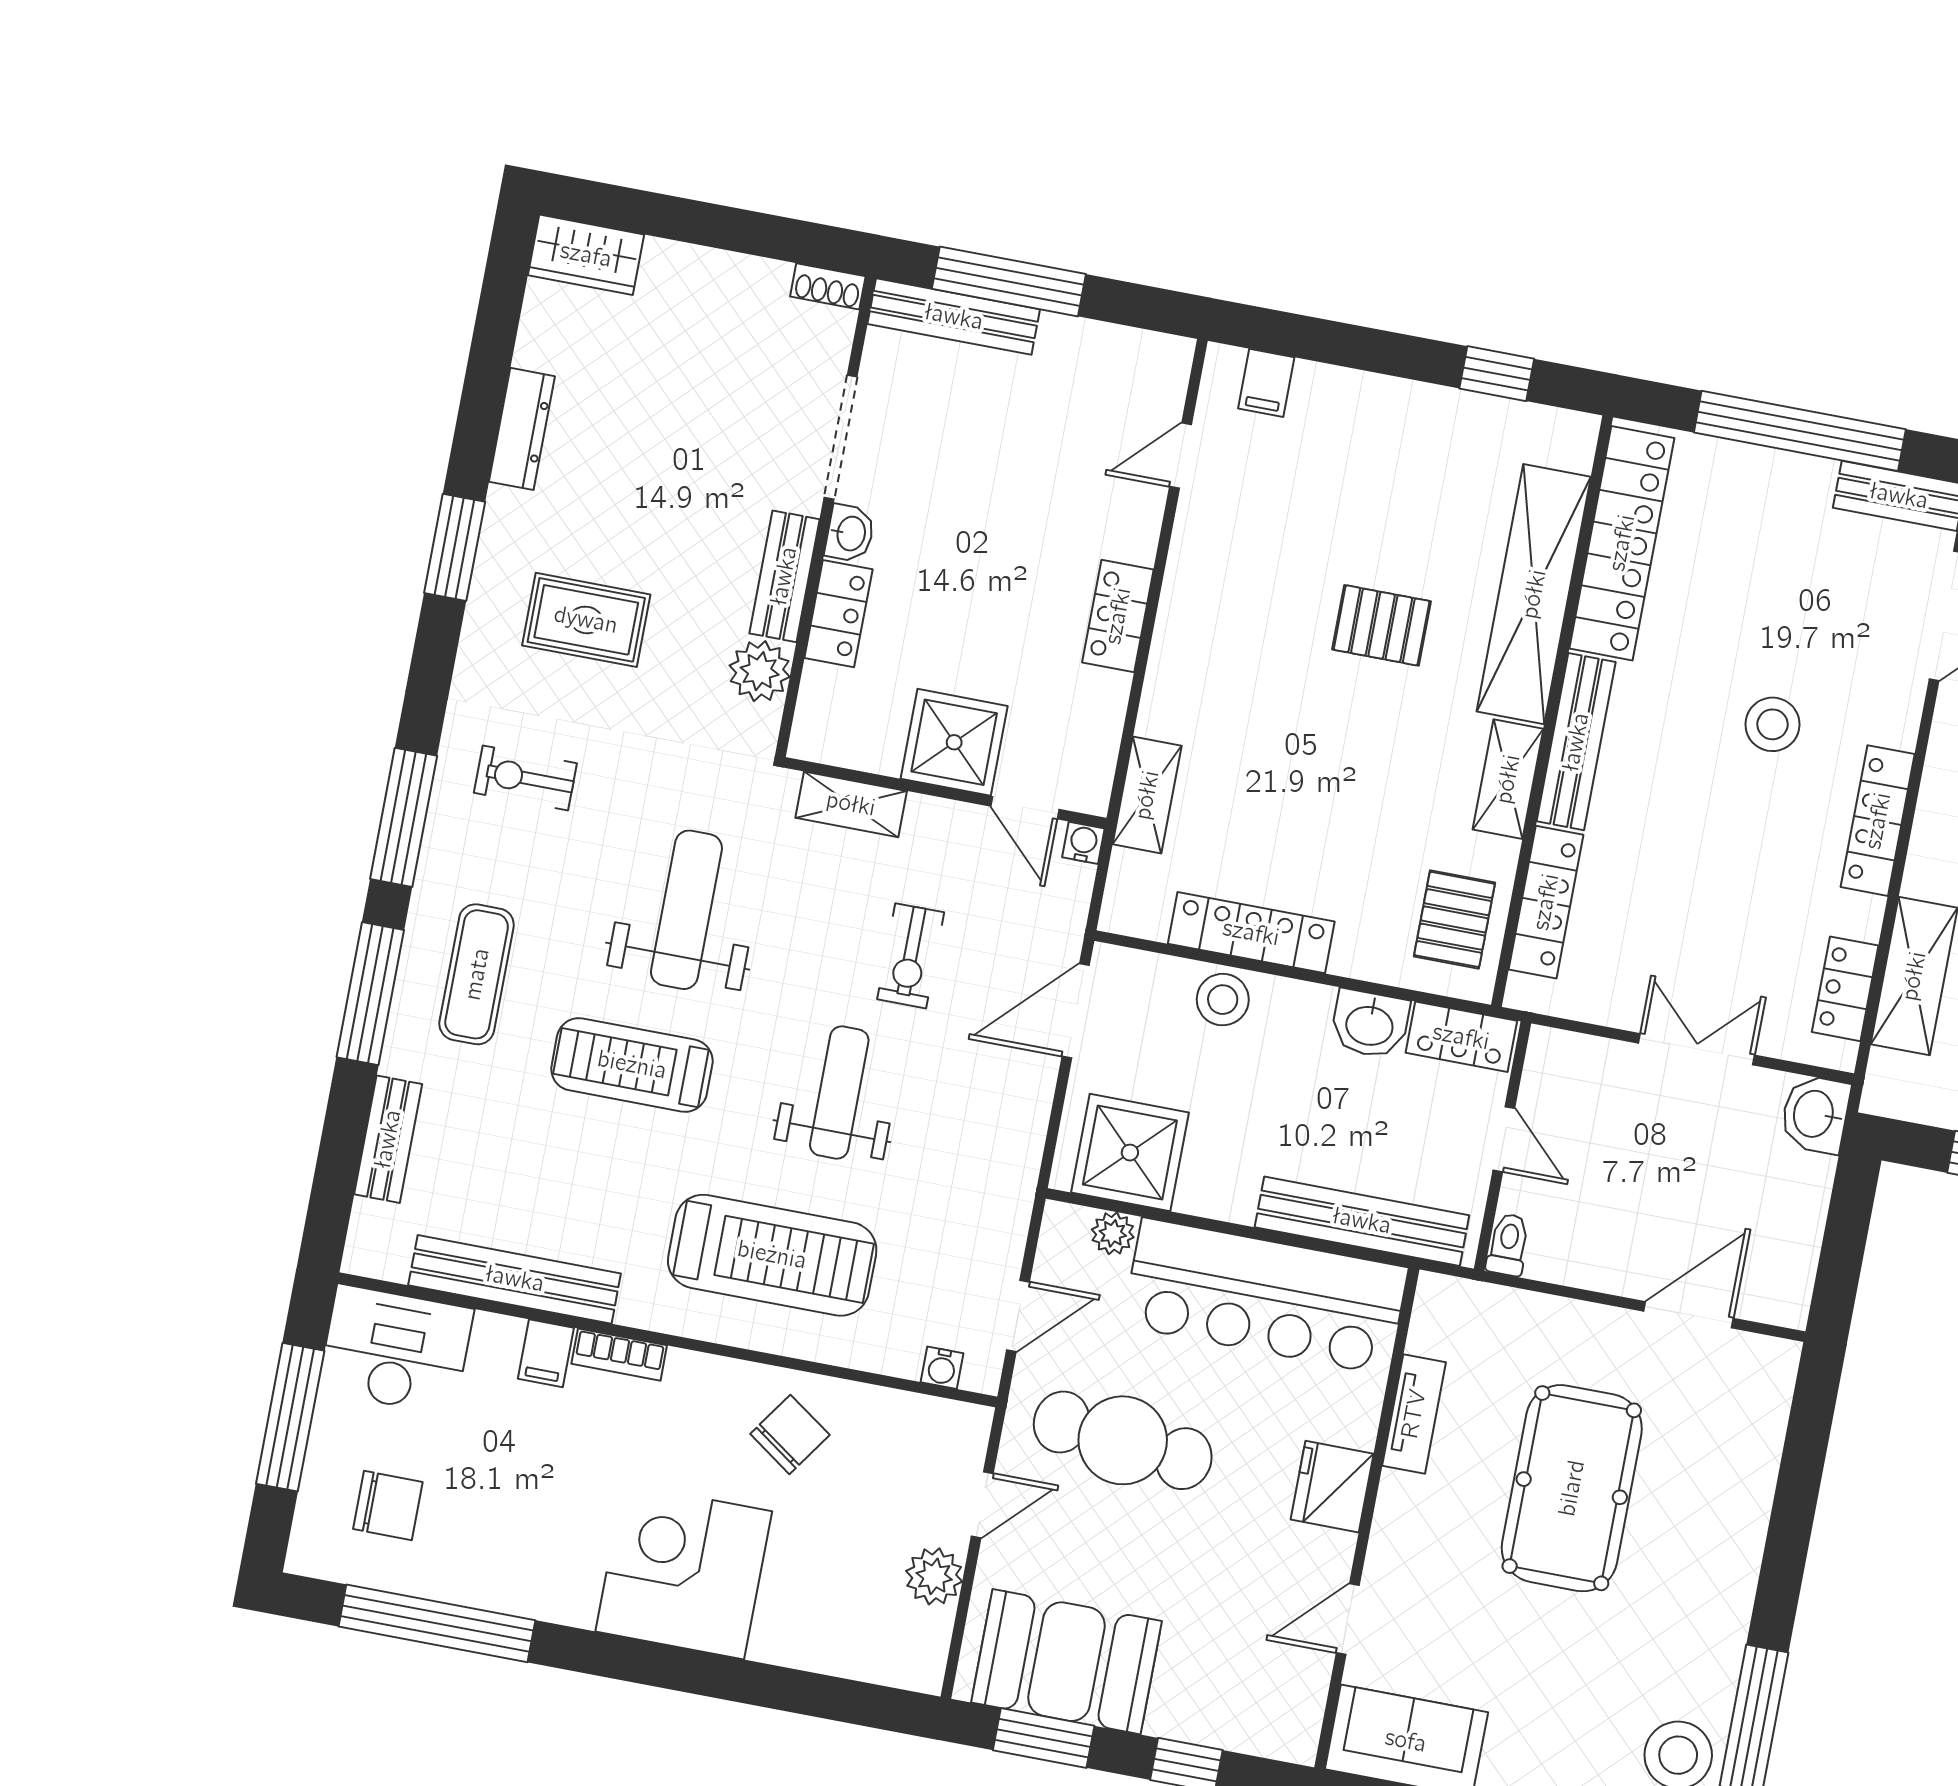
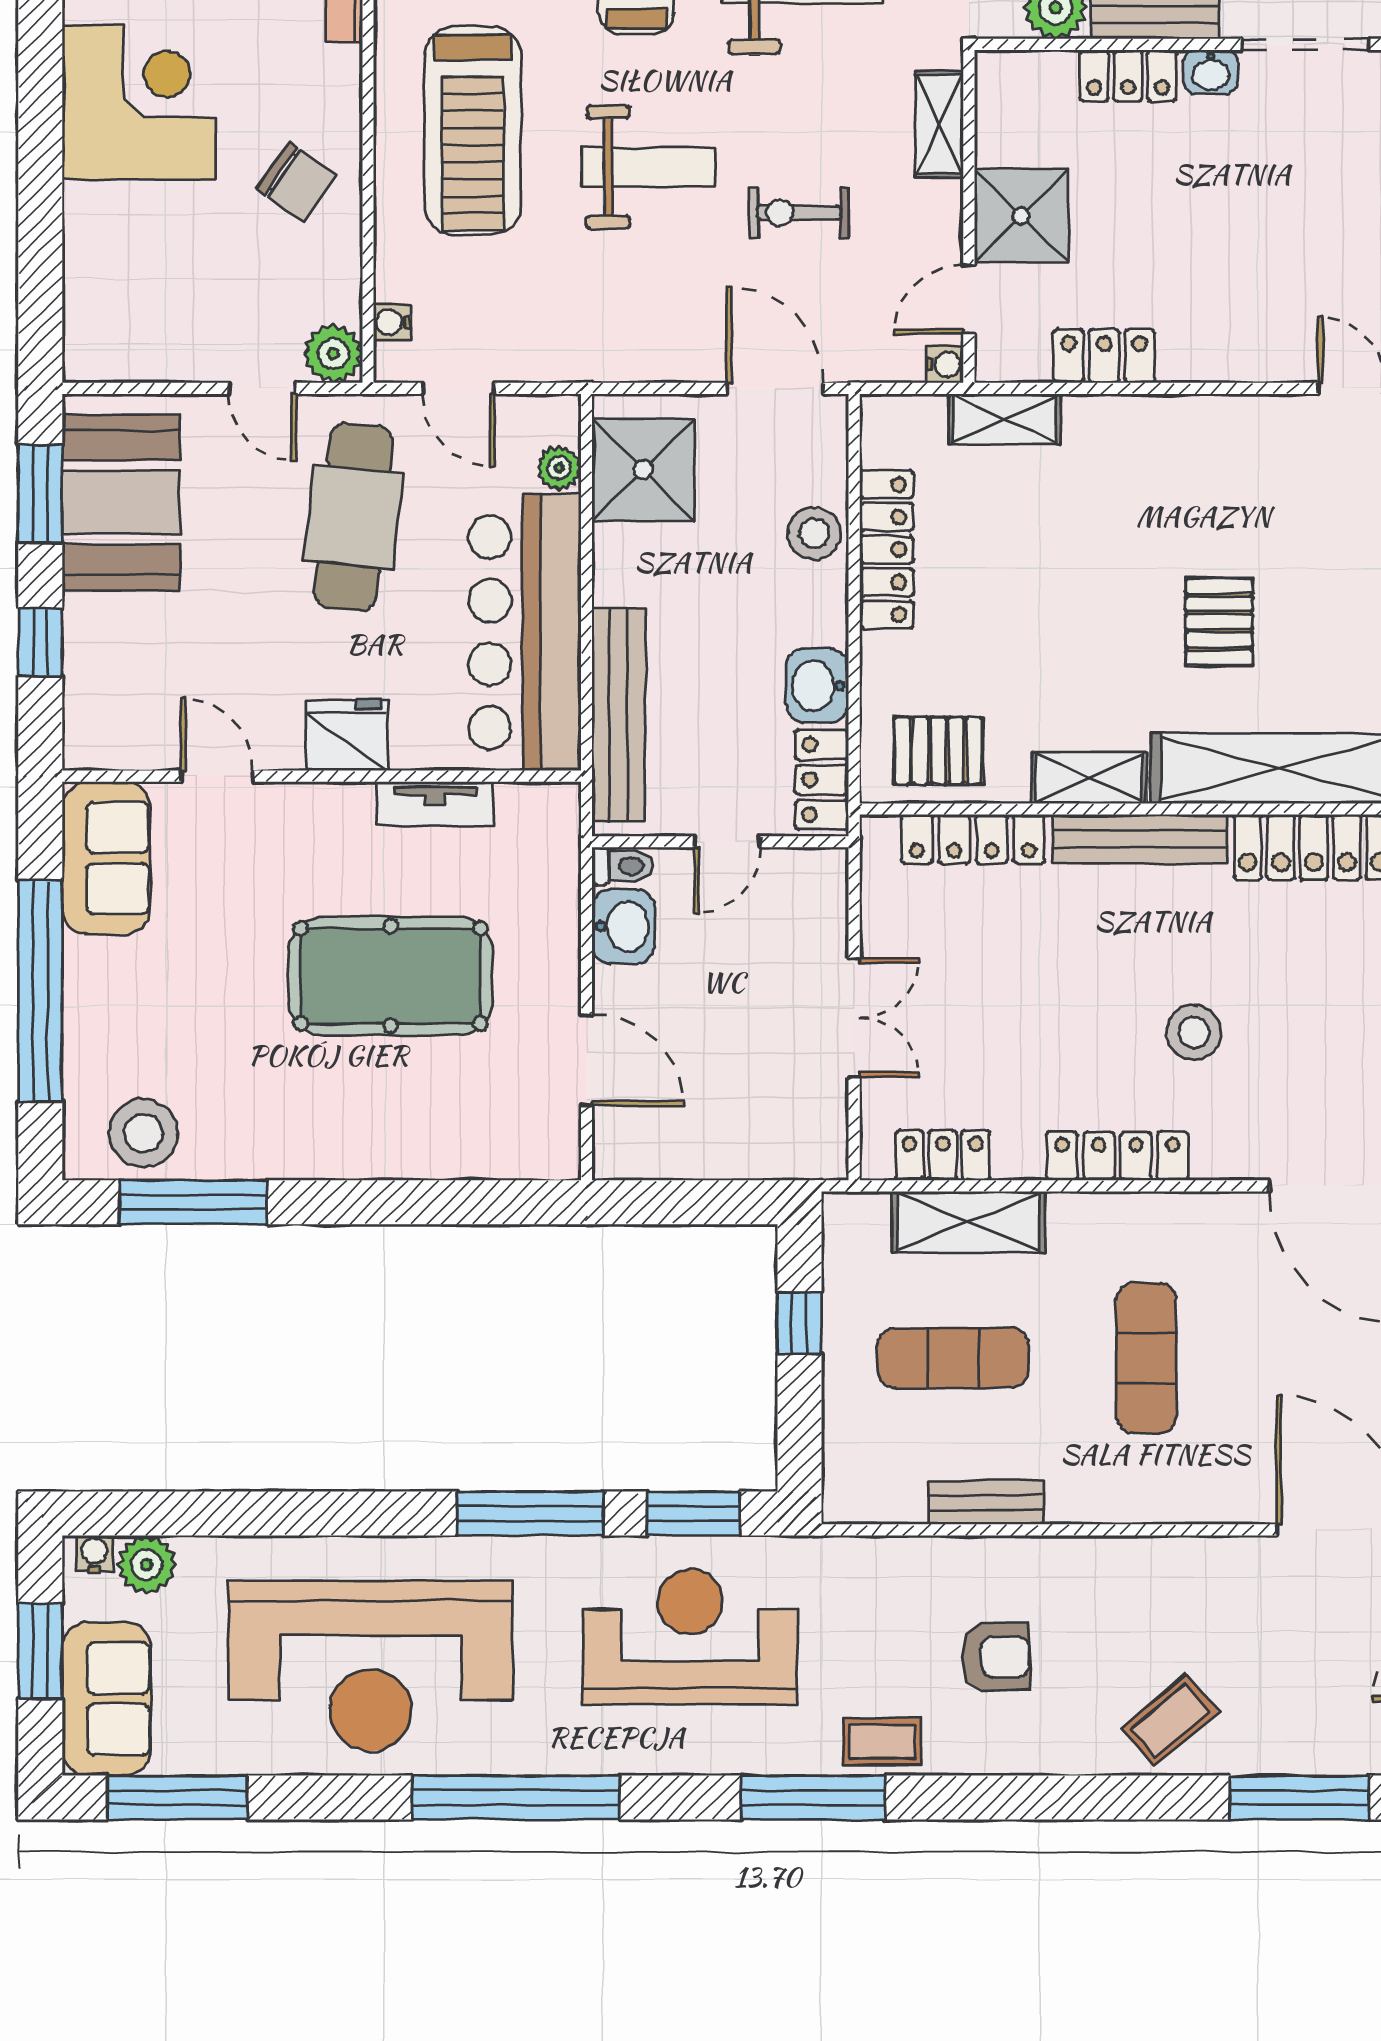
locker: (1118, 616) -> (1104, 356), moved
washbasin: (1815, 1114) -> (623, 926), moved, turned 90
plant: (934, 1576) -> (333, 354), moved

